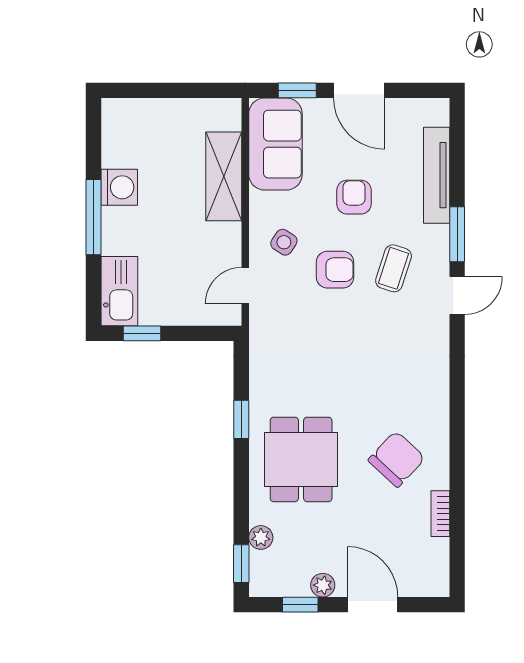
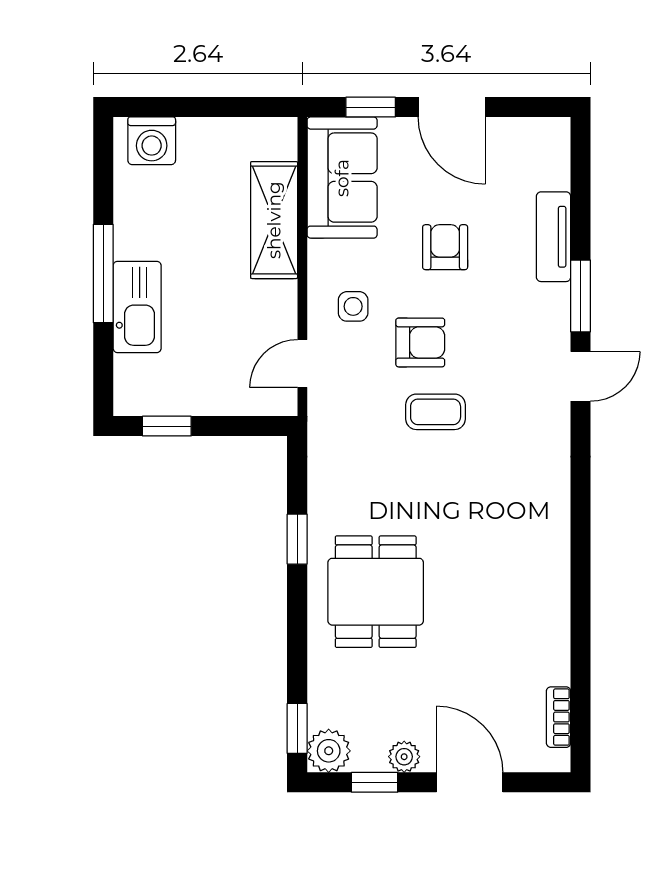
tv unit: (437, 175) -> (554, 237), width x0.71
washing machine: (119, 187) -> (152, 141), moved, turned 90
side table: (284, 242) -> (353, 306), turned -33
coffee table: (394, 268) -> (436, 412), moved, turned 72
kitchen sink: (119, 291) -> (137, 307), moved
chair: (397, 459) -> (501, 591), removed
bookcase: (440, 514) -> (559, 717), moved
plant: (261, 537) -> (329, 751), moved, width x1.38, depth x1.38

